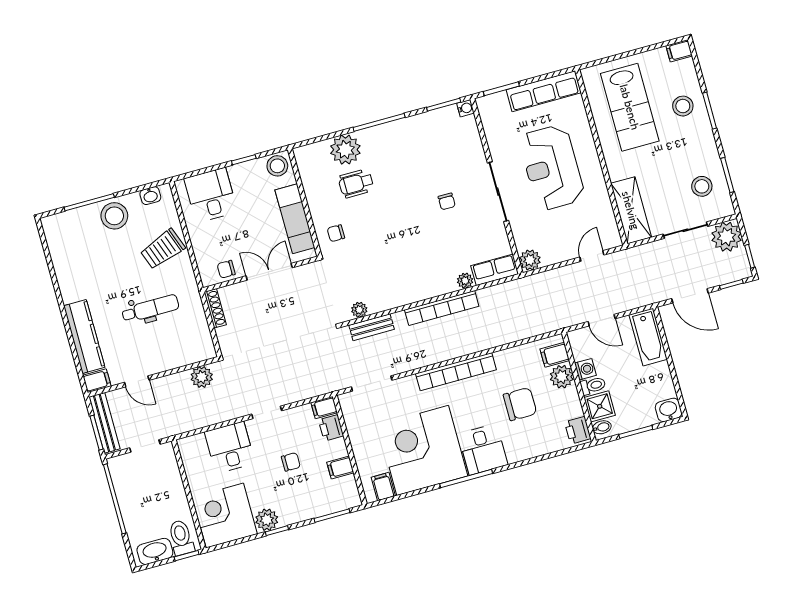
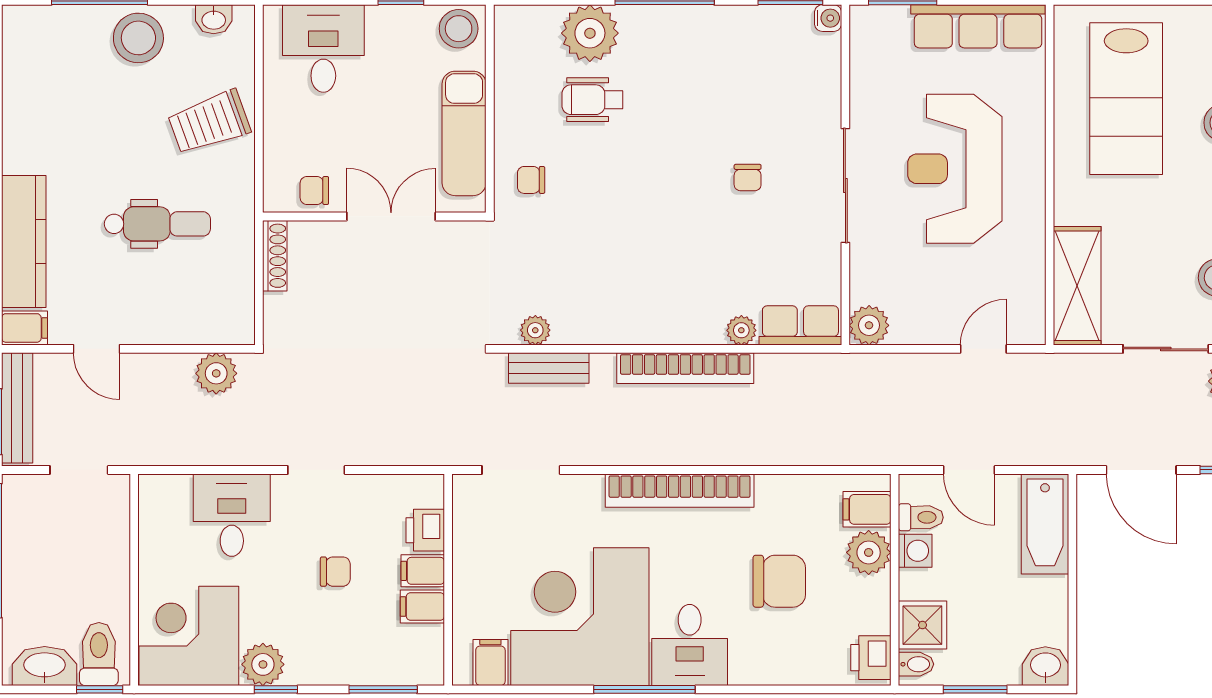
toilet: (593, 386) -> (921, 517), moved
filing cabinet: (324, 408) -> (423, 571), moved

